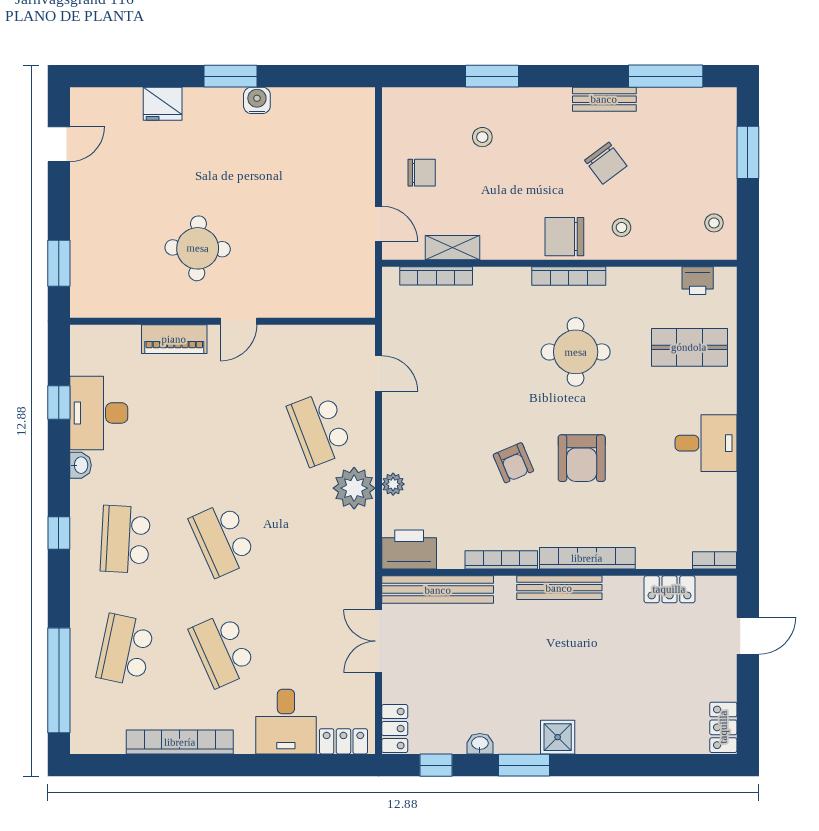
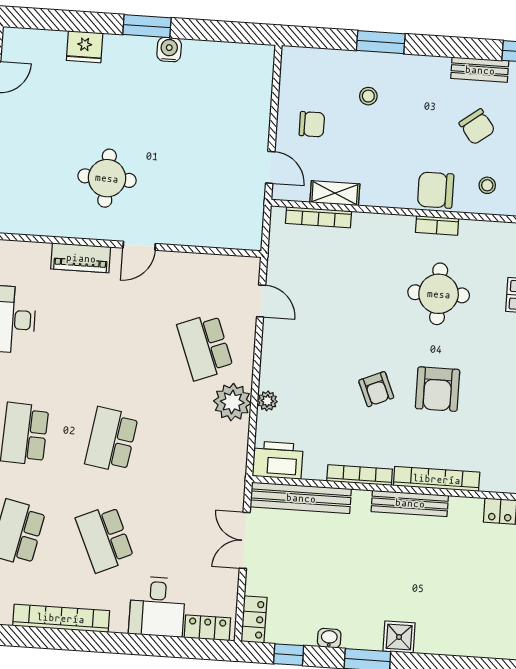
bookcase: (569, 276) -> (437, 225), width x0.64
school desk: (223, 539) -> (112, 440), turned 33

